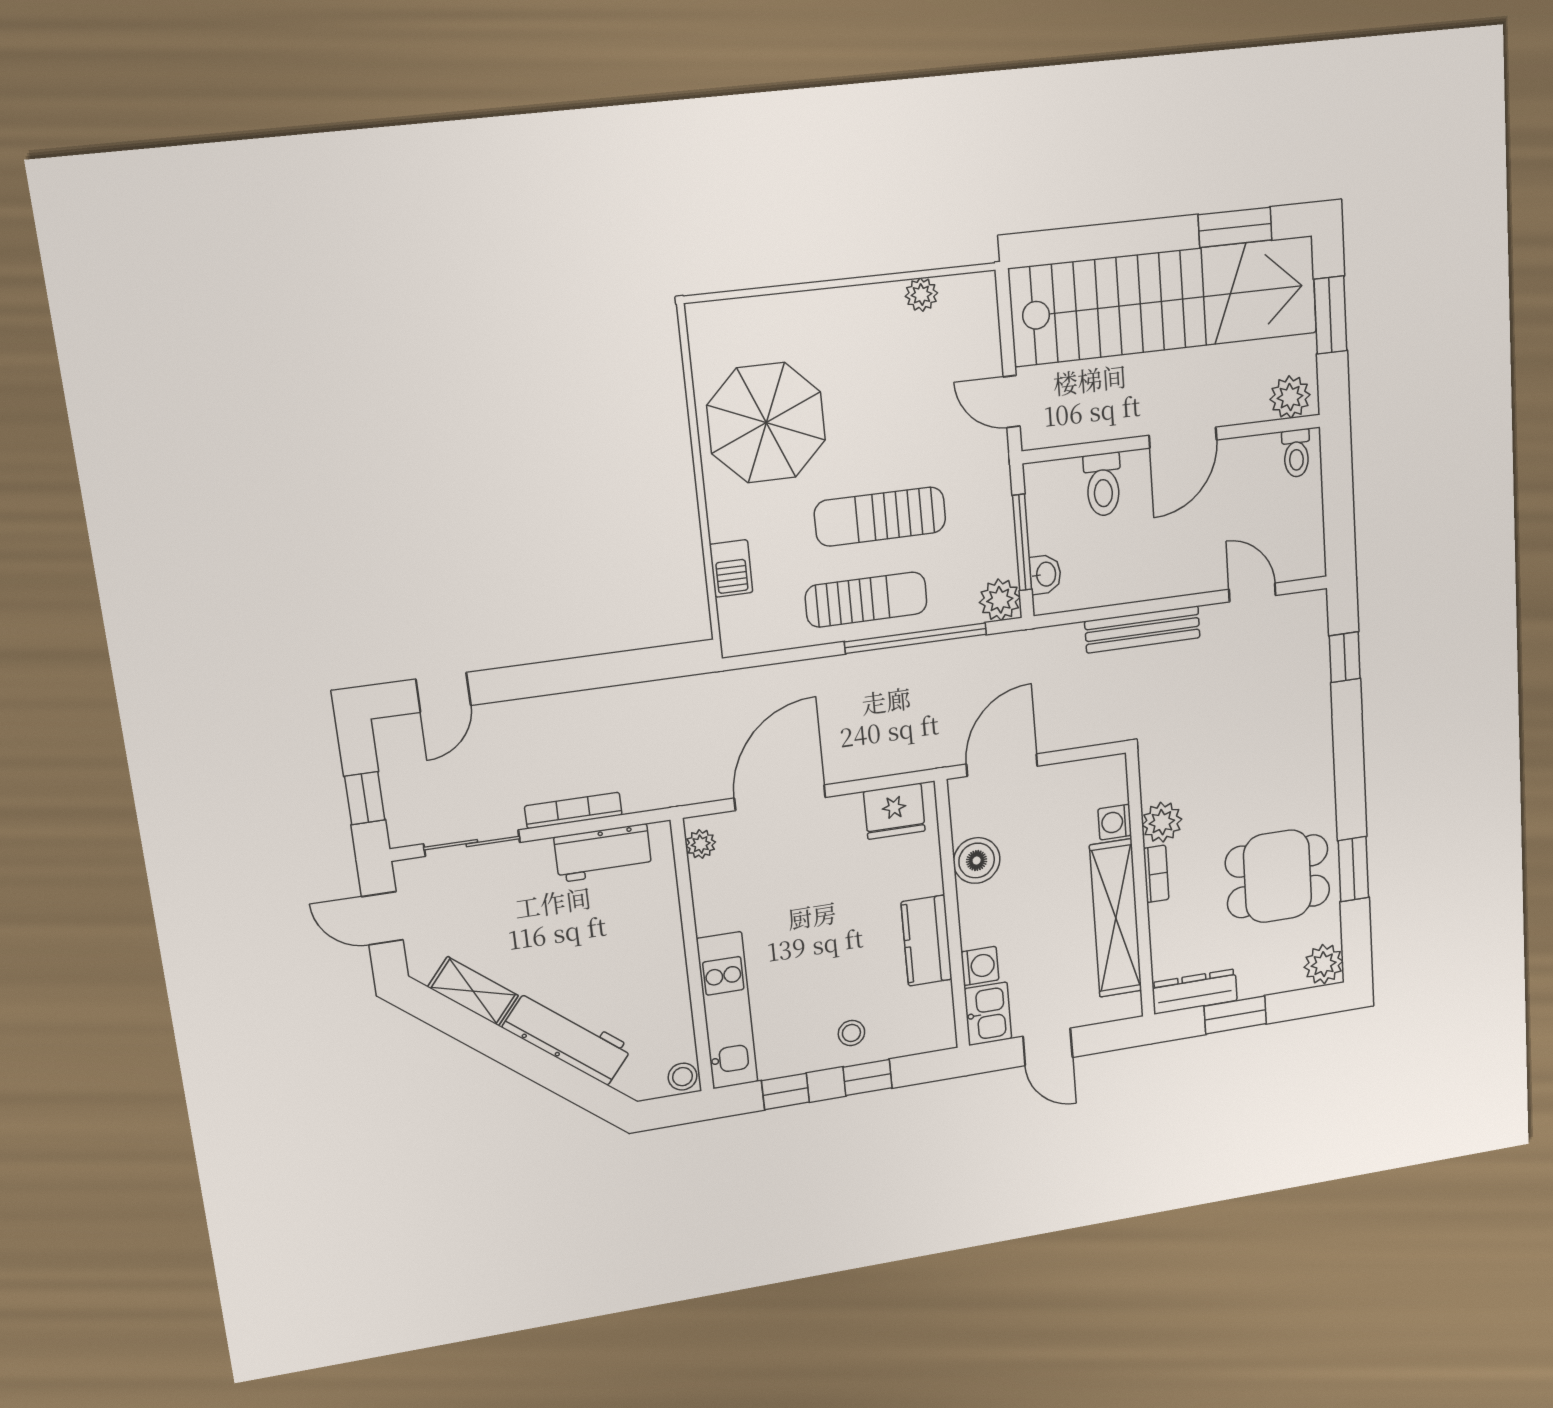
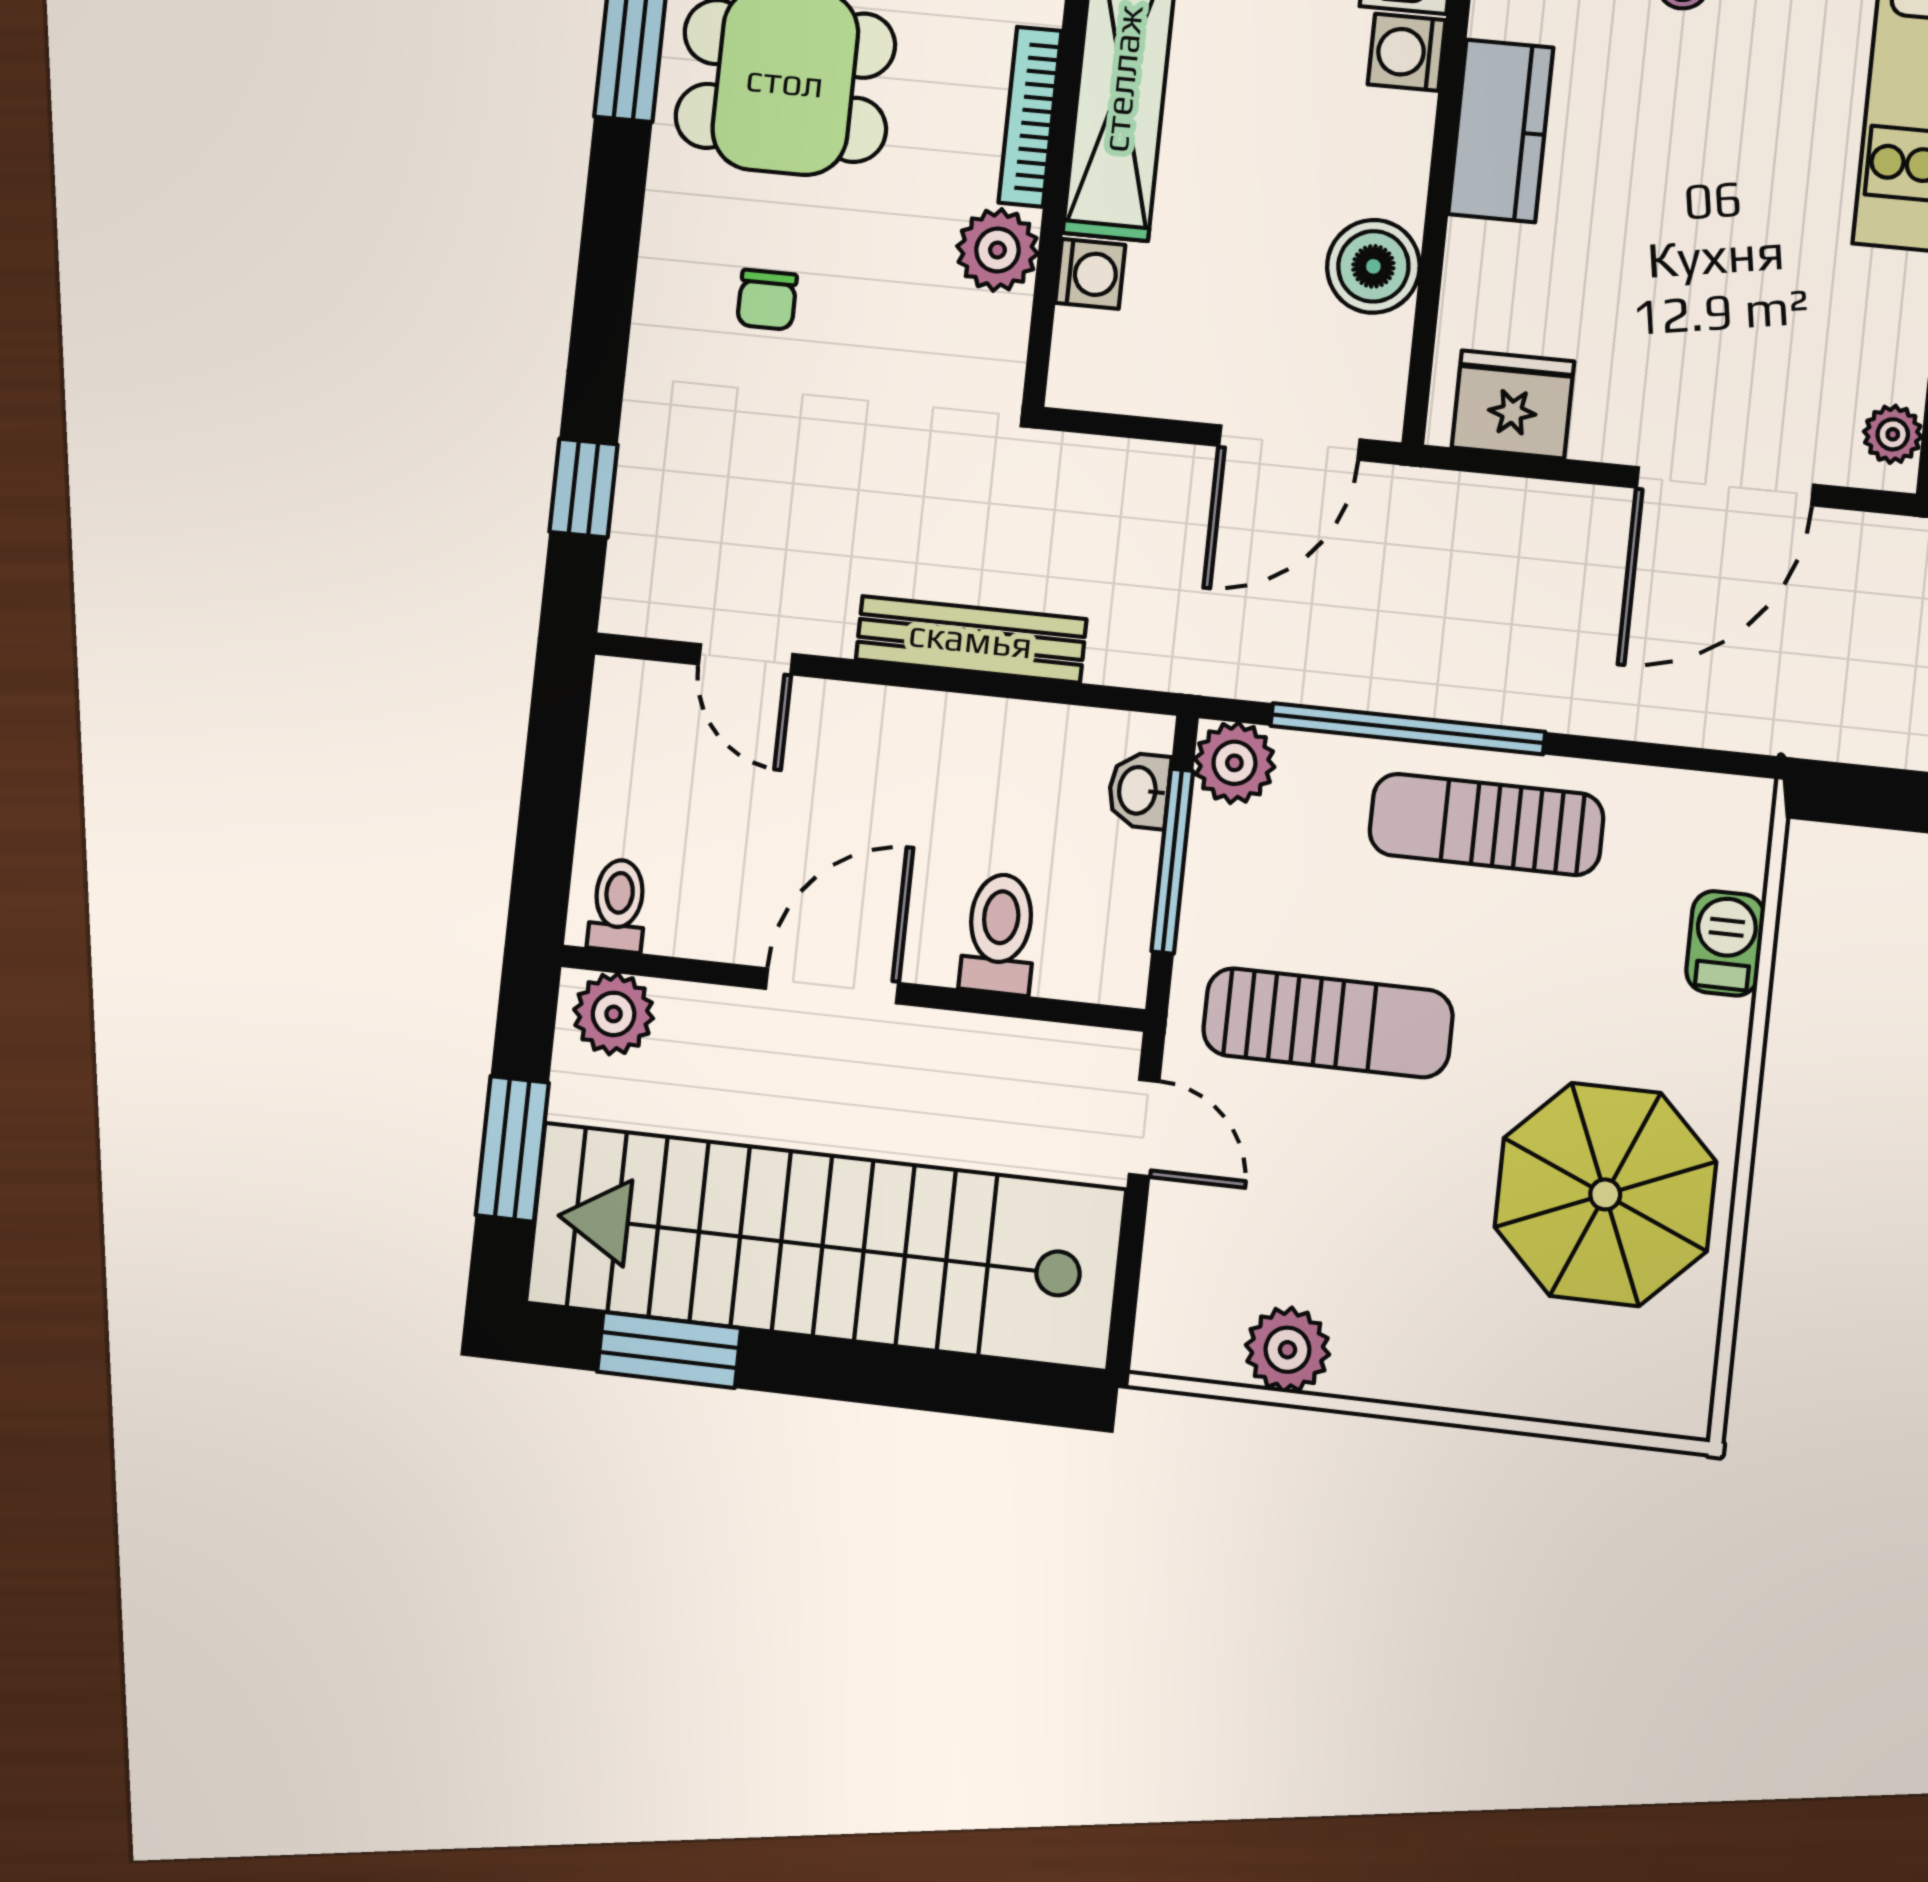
plant: (921, 295) -> (1287, 1350), width x1.38, depth x1.38
sun lounger: (880, 517) -> (1328, 1023), moved
chair: (1270, 770) -> (767, 300), added
bookcase: (1156, 874) -> (1030, 117), width x1.56

